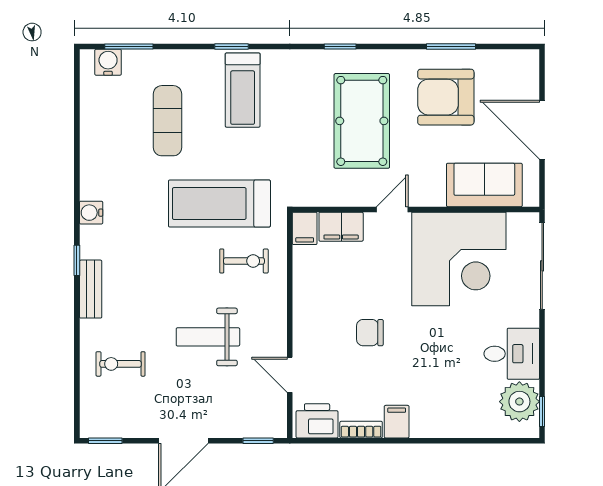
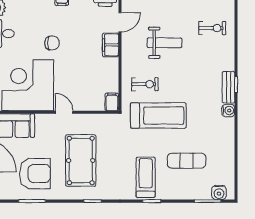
exercise mat: (168, 121) -> (187, 161), turned 90
door: (392, 209) -> (64, 112), swing flipped
filing cabinet: (341, 227) -> (111, 45), moved, turned -90
exercise bike: (244, 261) -> (145, 84), turned 180
bench: (91, 289) -> (228, 87), moved
chair: (370, 333) -> (52, 43), moved
door: (290, 375) -> (120, 22), hinge flipped

